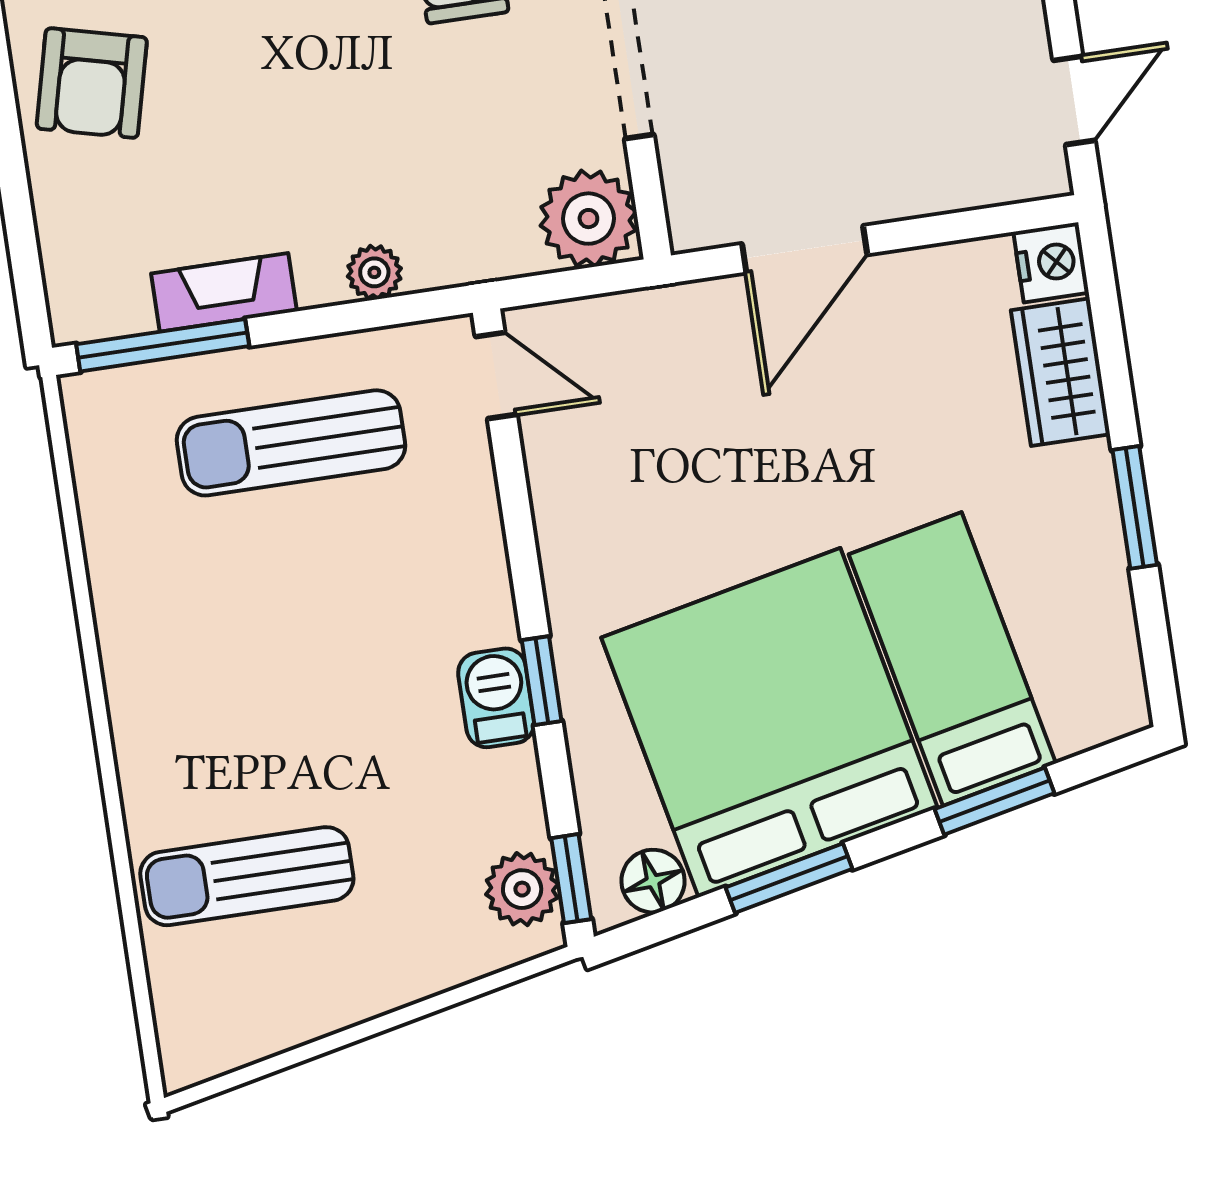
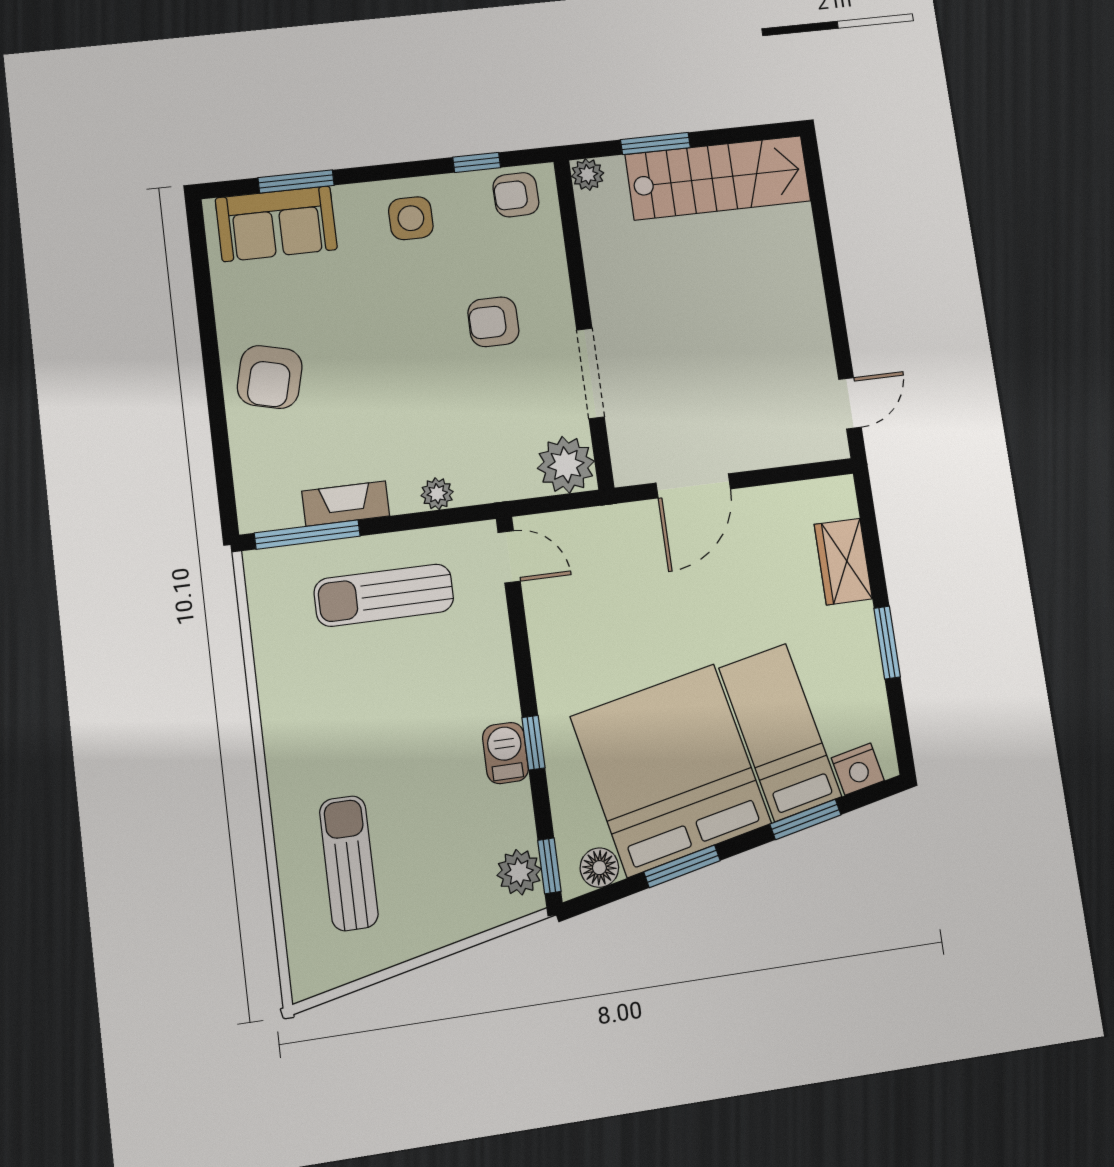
nightstand: (1051, 262) -> (858, 769), moved, turned 78
sun lounger: (247, 876) -> (349, 863), turned 90

